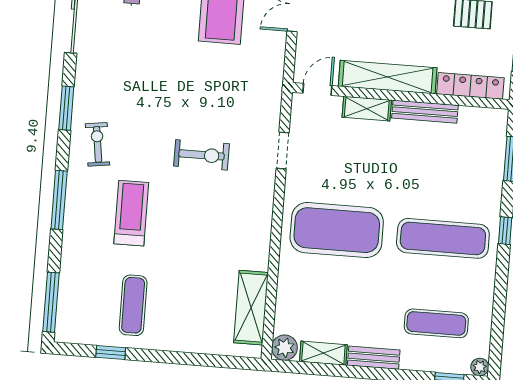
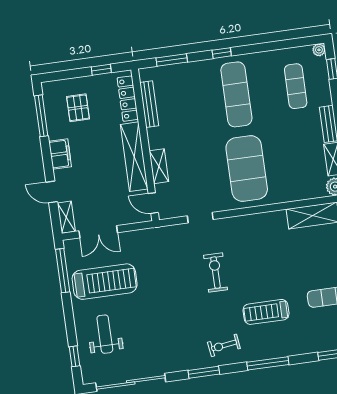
bench: (425, 112) -> (149, 104), moved

